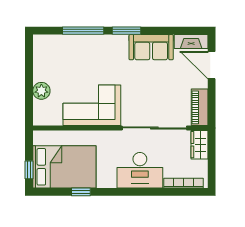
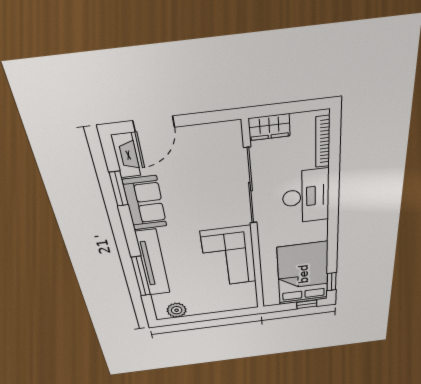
window: (127, 31) -> (119, 189), moved
tv unit: (95, 43) -> (153, 263), added
plant: (41, 91) -> (177, 310), moved
piano: (200, 107) -> (217, 133), removed
window: (81, 192) -> (332, 282), moved

